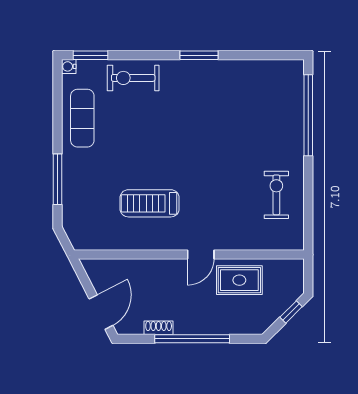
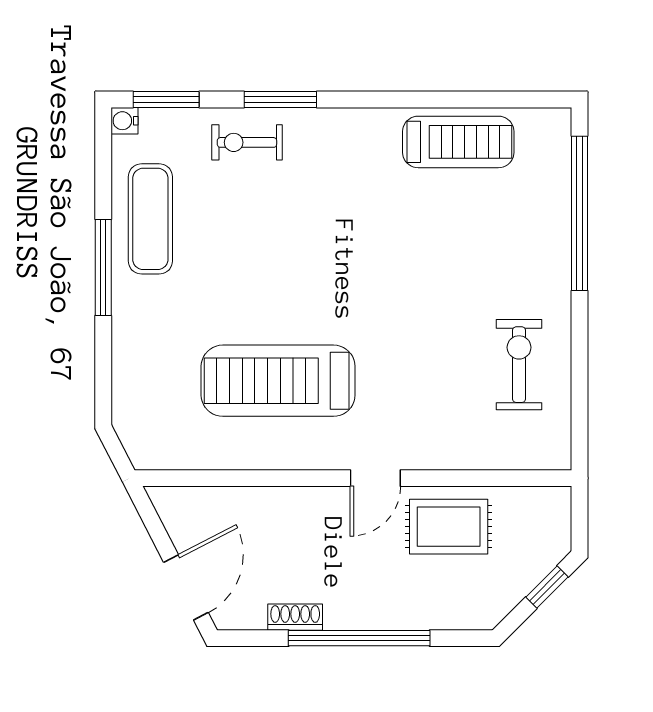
window: (199, 55) -> (280, 99), moved
exercise bike: (133, 78) -> (247, 142), width x0.73, depth x0.72
treadmill: (244, 78) -> (458, 142), added
window: (58, 179) -> (103, 267), moved
treadmill: (150, 203) -> (278, 381), width x1.37, depth x1.38

